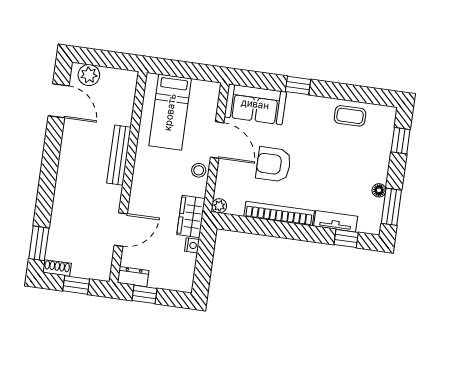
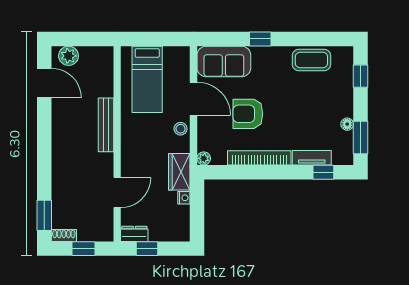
coffee table: (350, 116) -> (311, 60), width x1.36, depth x1.30

